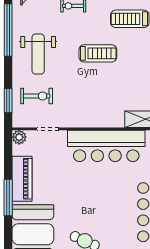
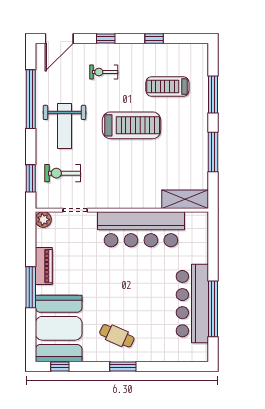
treadmill: (98, 53) -> (132, 125), width x1.37, depth x1.38
exercise bike: (37, 96) -> (63, 173), turned 180
piano: (22, 179) -> (44, 266), width x0.73, depth x0.75

